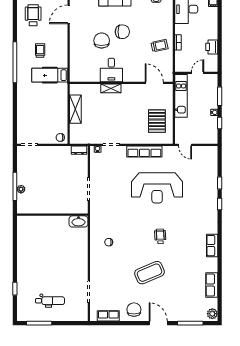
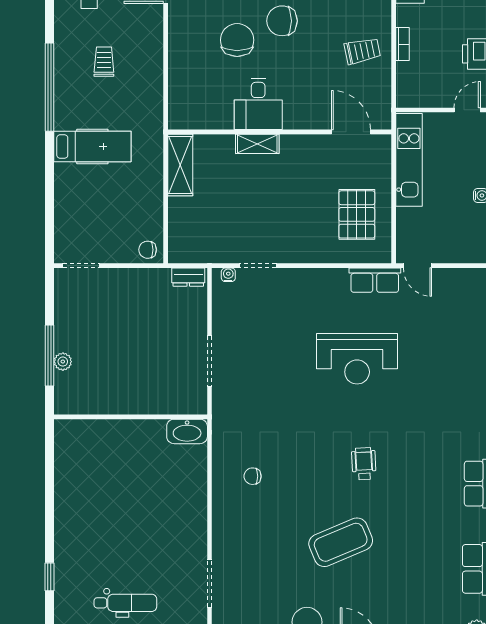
chair: (122, 32) -> (282, 21), turned 180
door: (198, 73) -> (467, 110), moved
hospital bed: (50, 75) -> (92, 147), moved, turned 180
shelving: (75, 109) -> (180, 165), moved
row of seats: (144, 152) -> (375, 280), moved, width x0.68
reception desk: (157, 188) -> (357, 359), width x0.74, depth x0.77

